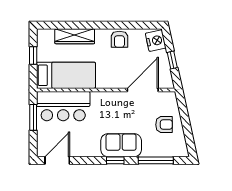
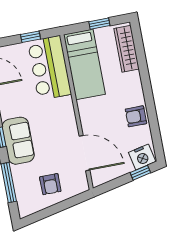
wardrobe: (75, 36) -> (127, 49), moved
window: (172, 60) -> (140, 173), moved
window: (33, 117) -> (30, 37), width x0.67

